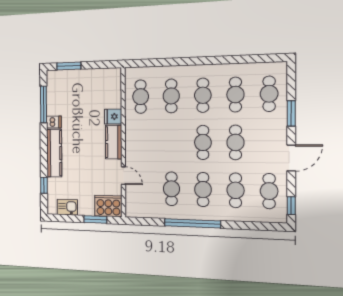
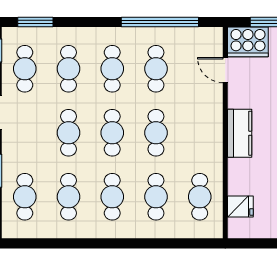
fridge: (113, 116) -> (240, 206), moved
cafe table: (171, 142) -> (156, 133), added
door: (123, 176) -> (225, 70), moved
window: (192, 223) -> (160, 22), moved
window: (261, 226) -> (35, 22), added

